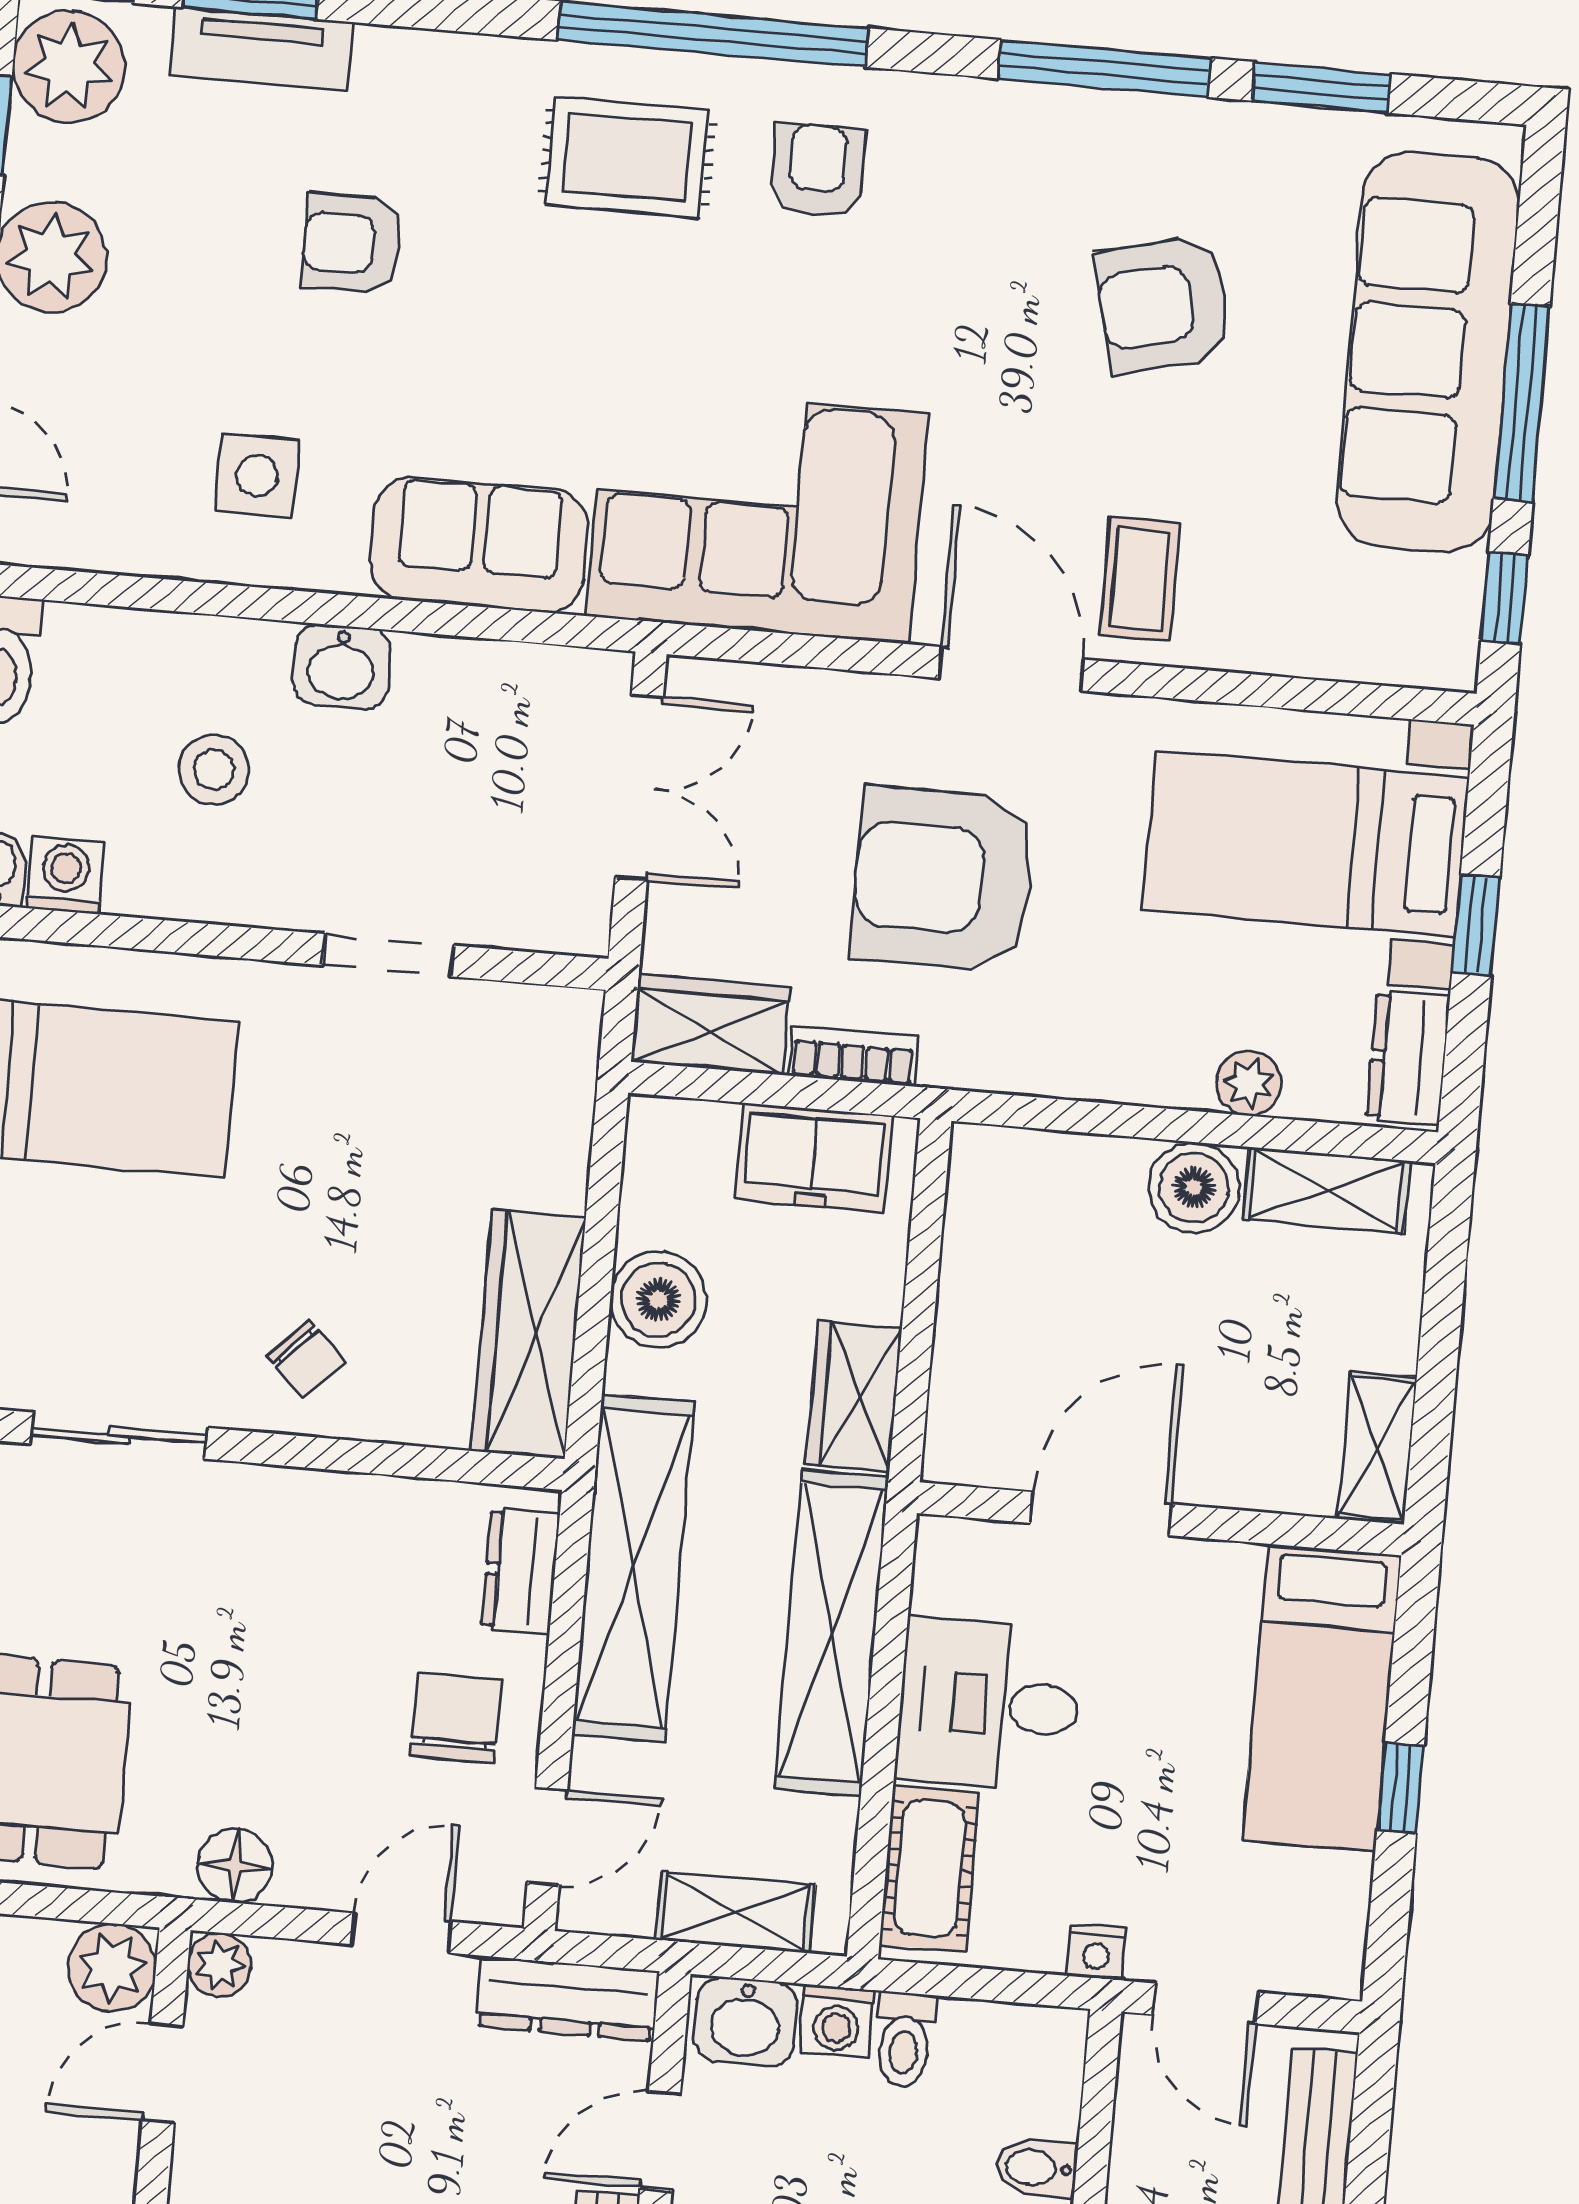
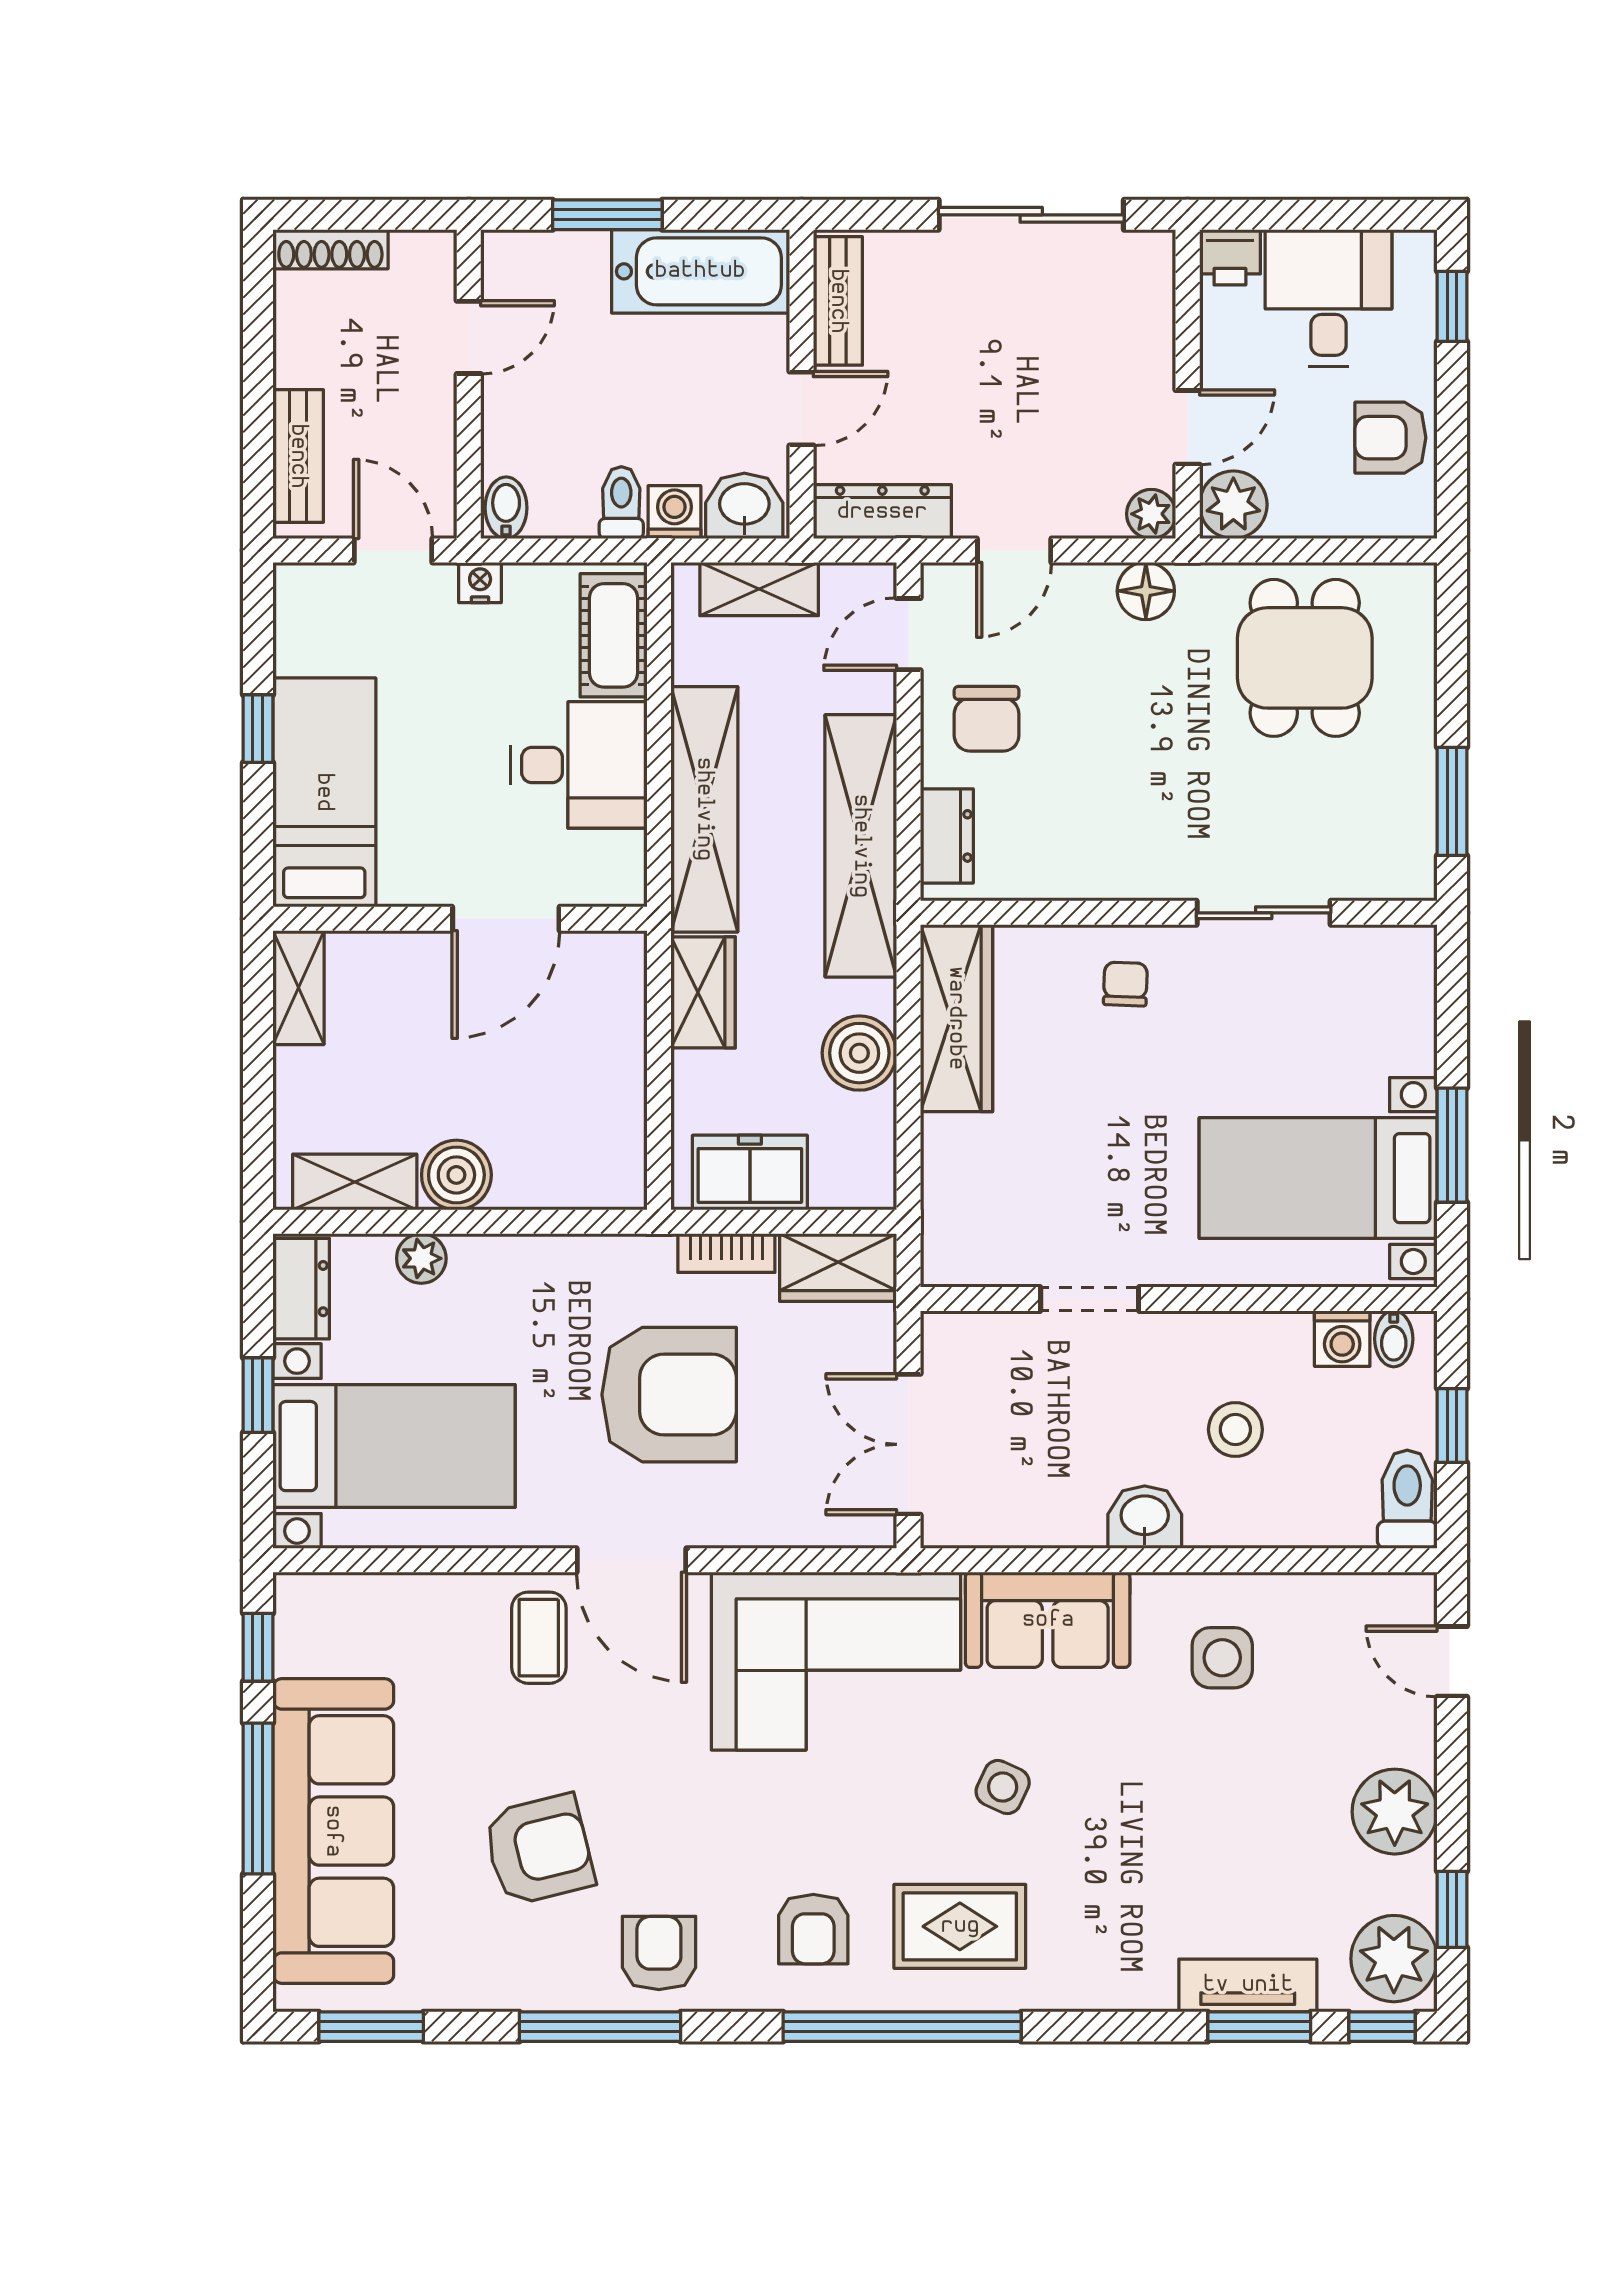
window: (1321, 87) -> (371, 2027), moved
armchair: (352, 244) -> (659, 1953), moved, turned -90
side table: (556, 333) -> (1003, 1787), added
chair: (306, 1359) -> (1125, 984), turned 48
bidet: (1036, 2168) -> (506, 508), moved, turned -90

